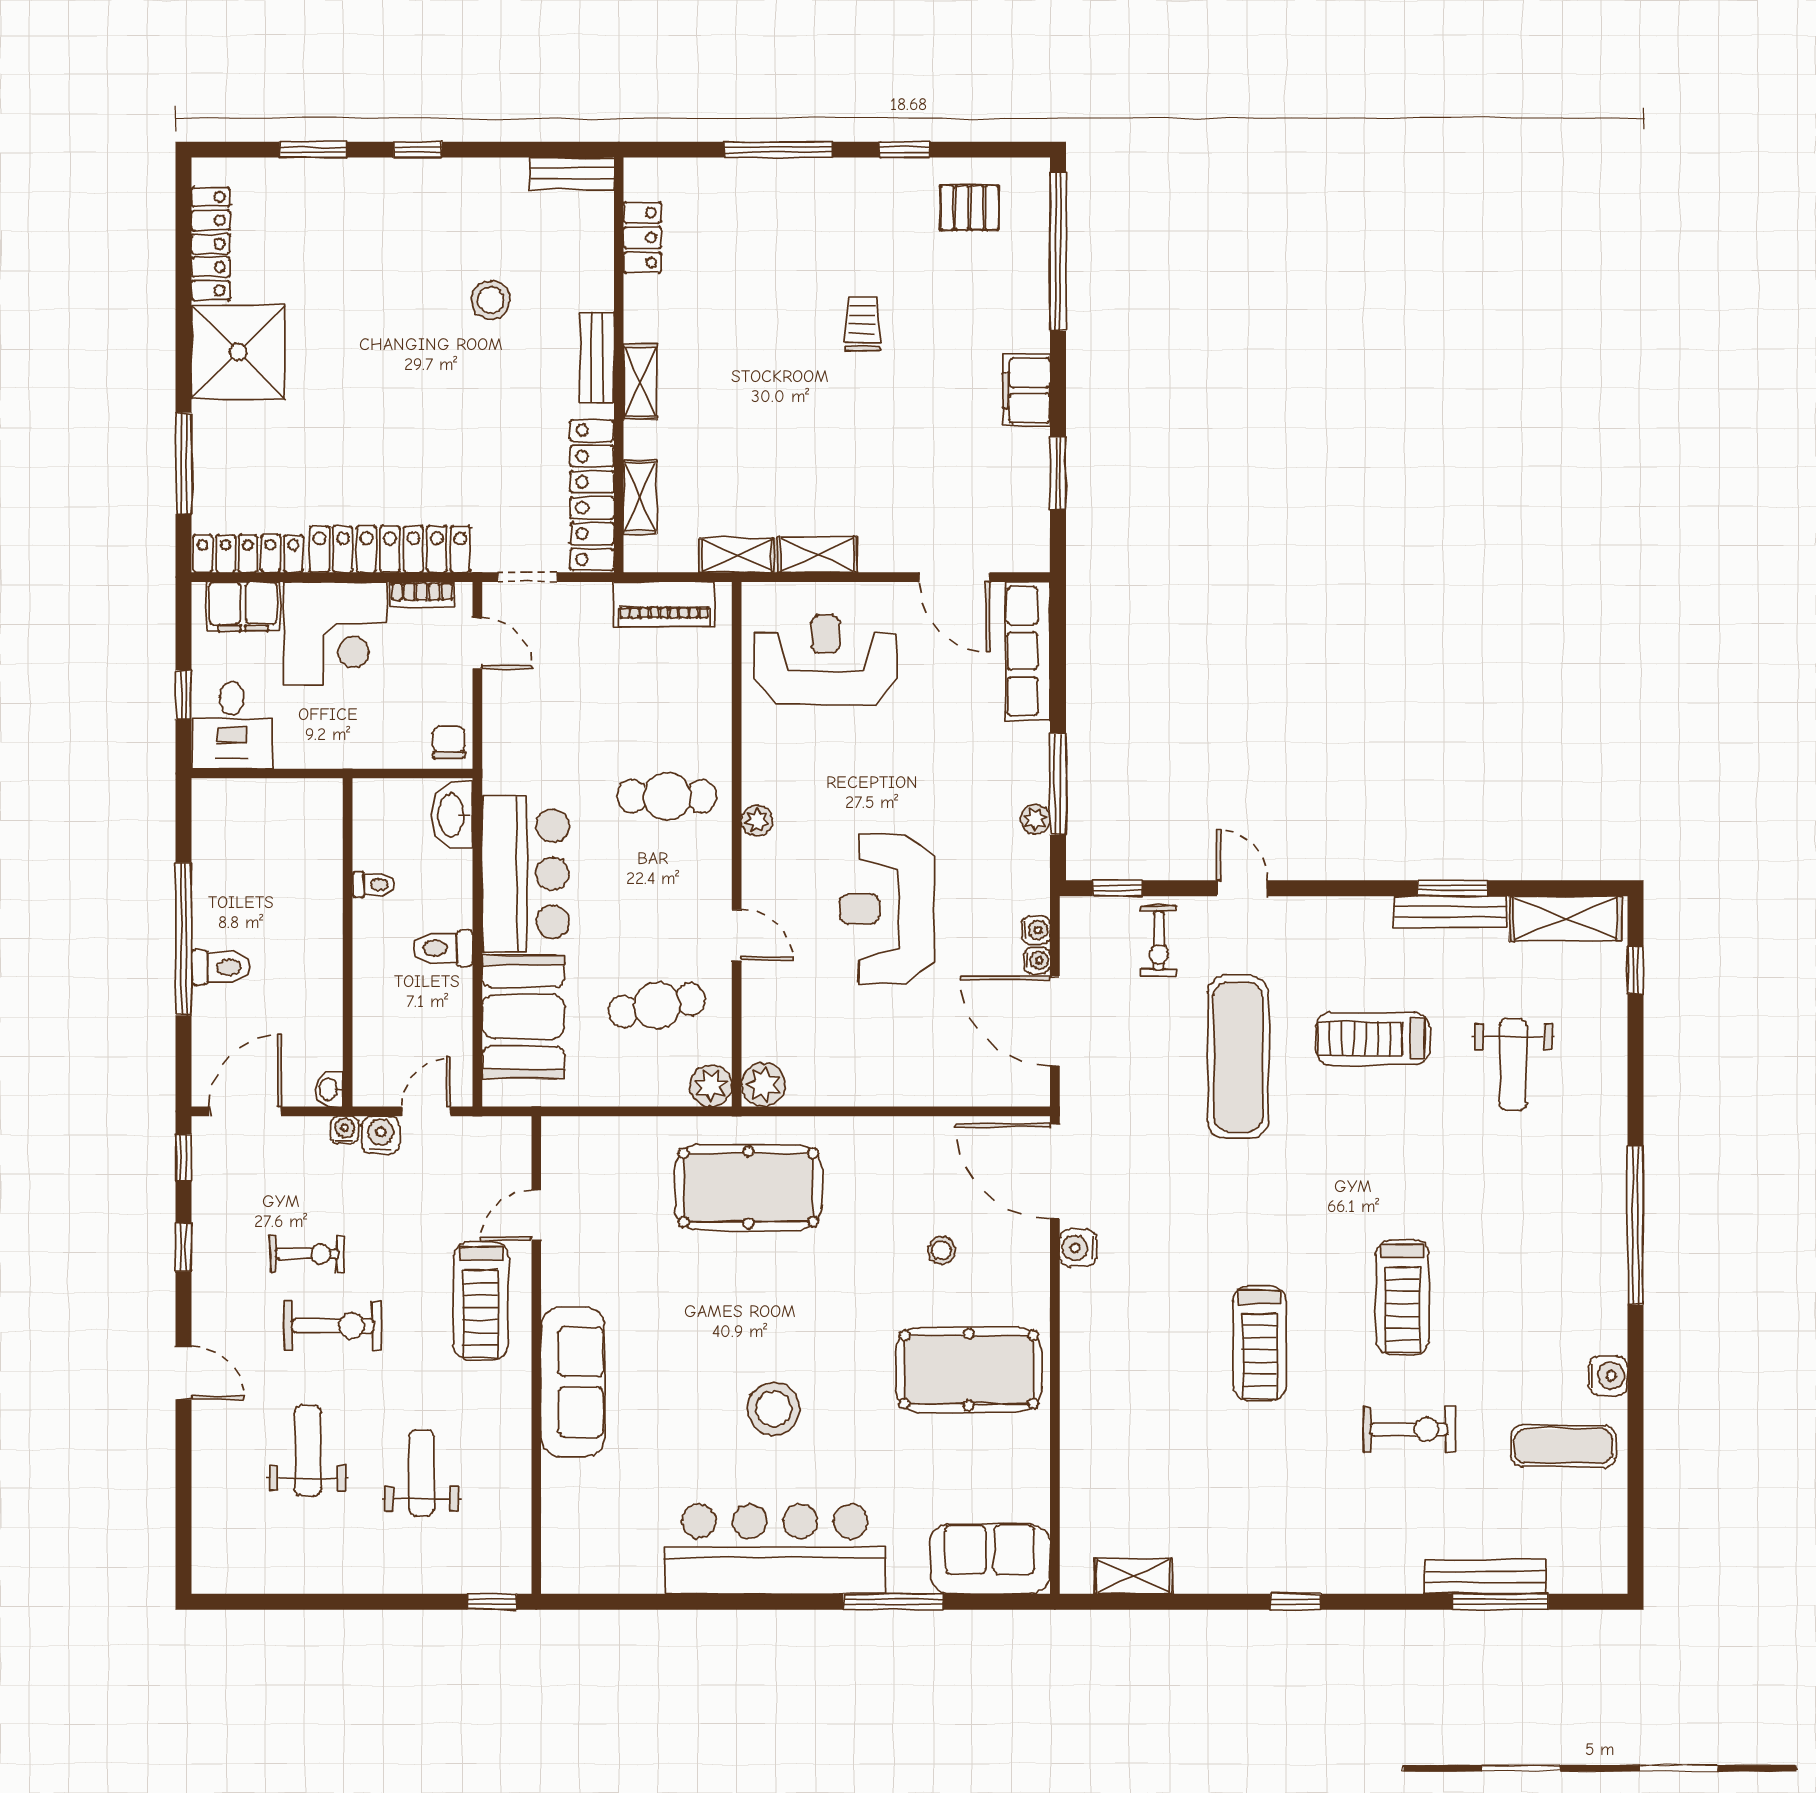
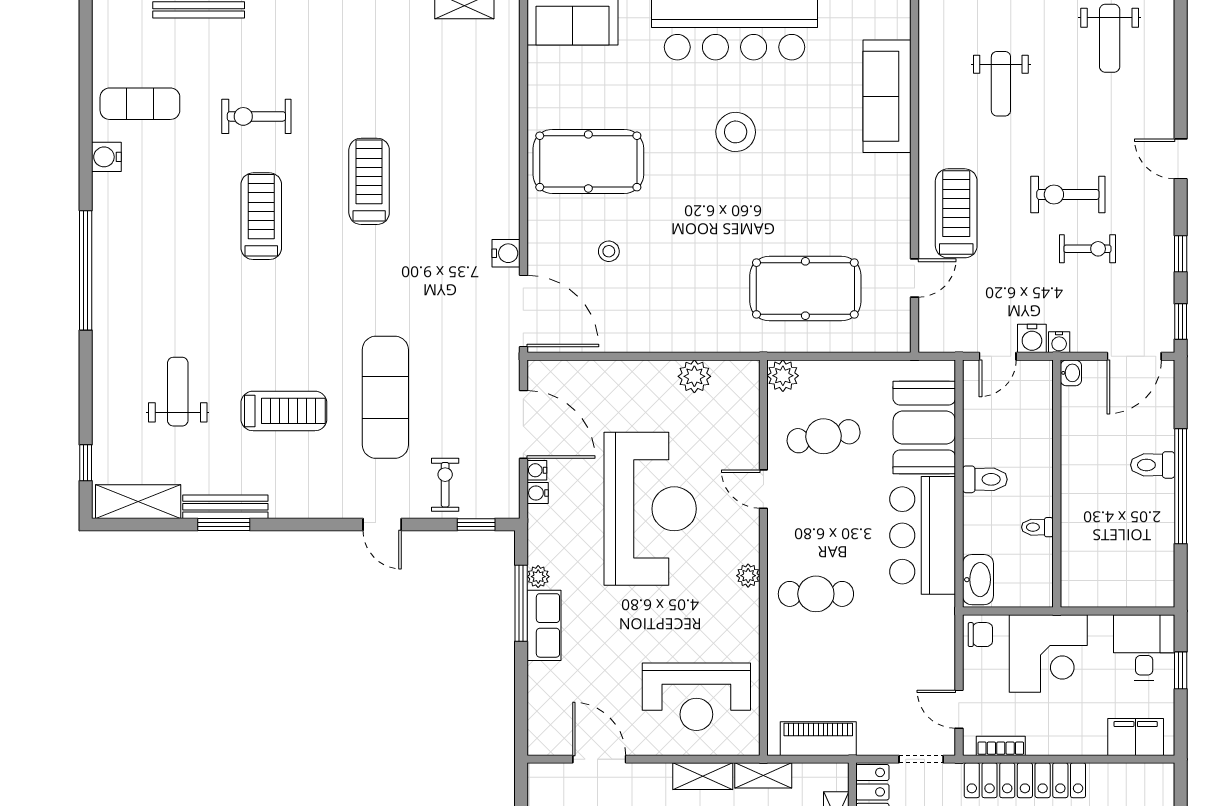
locker: (248, 554) -> (1132, 777), removed
corner desk: (335, 633) -> (1048, 654), moved, turned 180
row of seats: (1028, 651) -> (544, 625), moved, width x0.68
chair: (449, 742) -> (980, 635), turned -90
reception desk: (887, 909) -> (650, 509), width x1.36, depth x1.30
plant: (763, 1085) -> (694, 376), moved
pool table: (748, 1188) -> (805, 289), moved
exercise bike: (307, 1254) -> (1087, 249), turned 180
sofa: (573, 1382) -> (887, 96), moved
weight bench: (308, 1451) -> (1110, 38), moved

